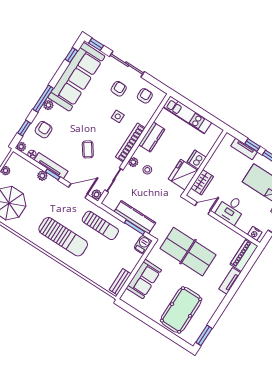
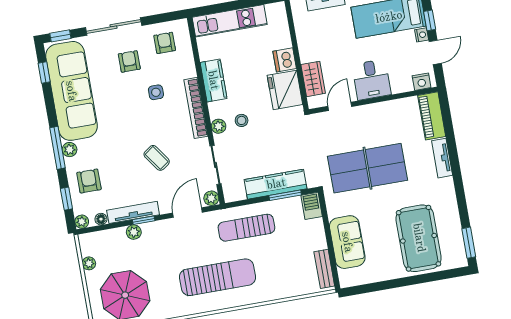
sun lounger: (100, 225) -> (246, 228), turned 180

